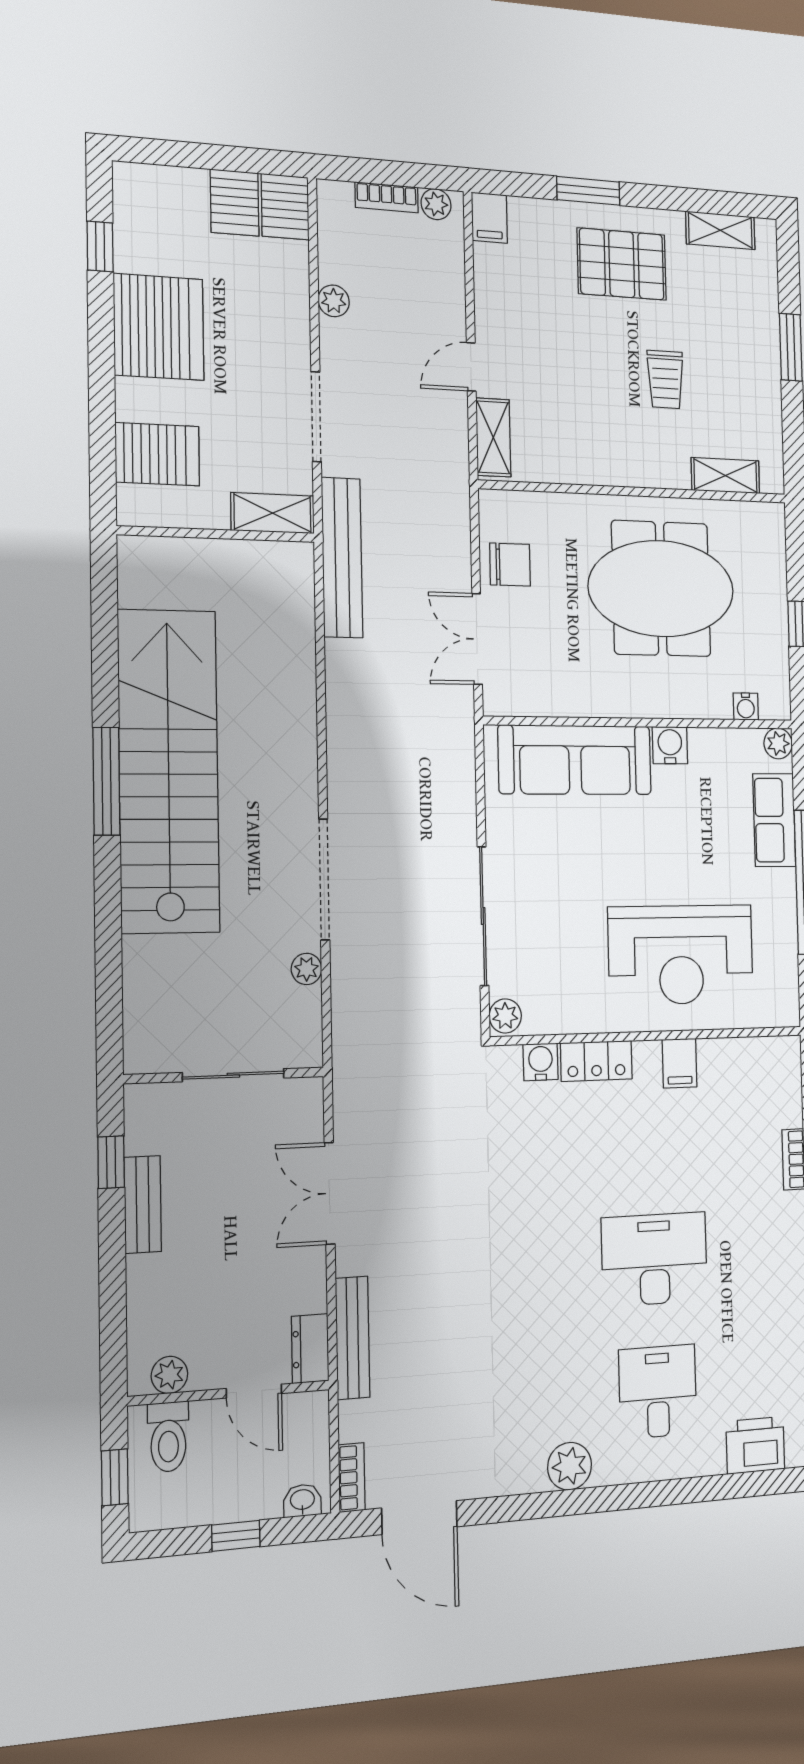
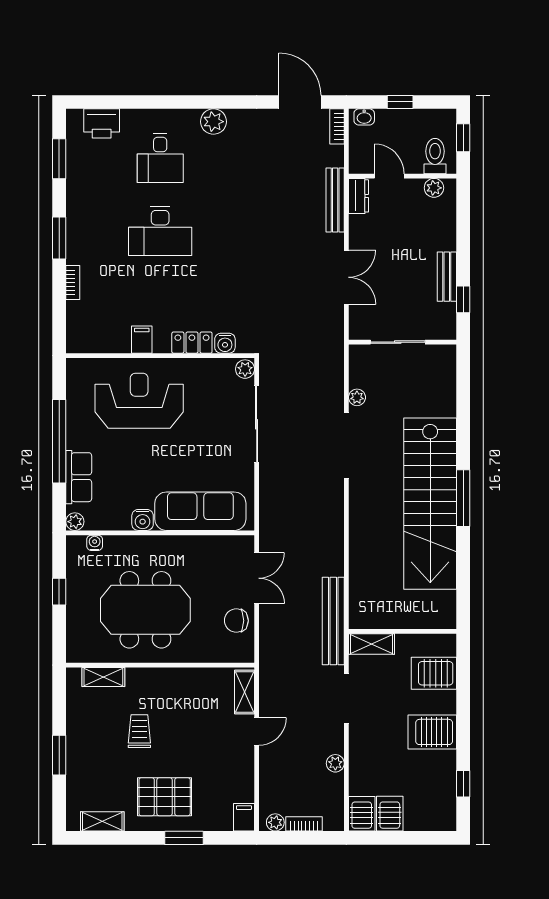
server rack: (159, 327) -> (432, 732), width x0.63

